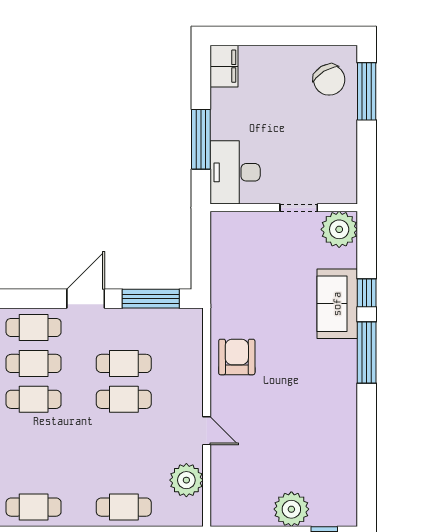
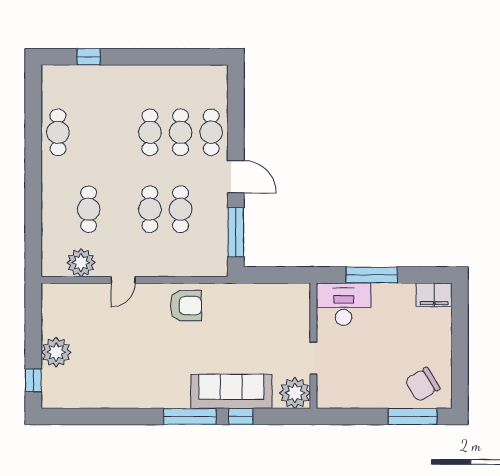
sofa: (337, 304) -> (231, 391), width x1.36
cafe table: (124, 507) -> (89, 209), moved

